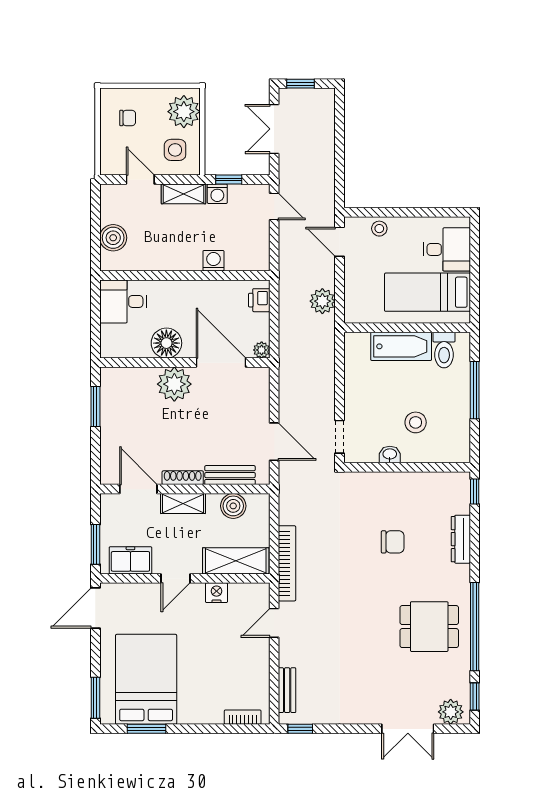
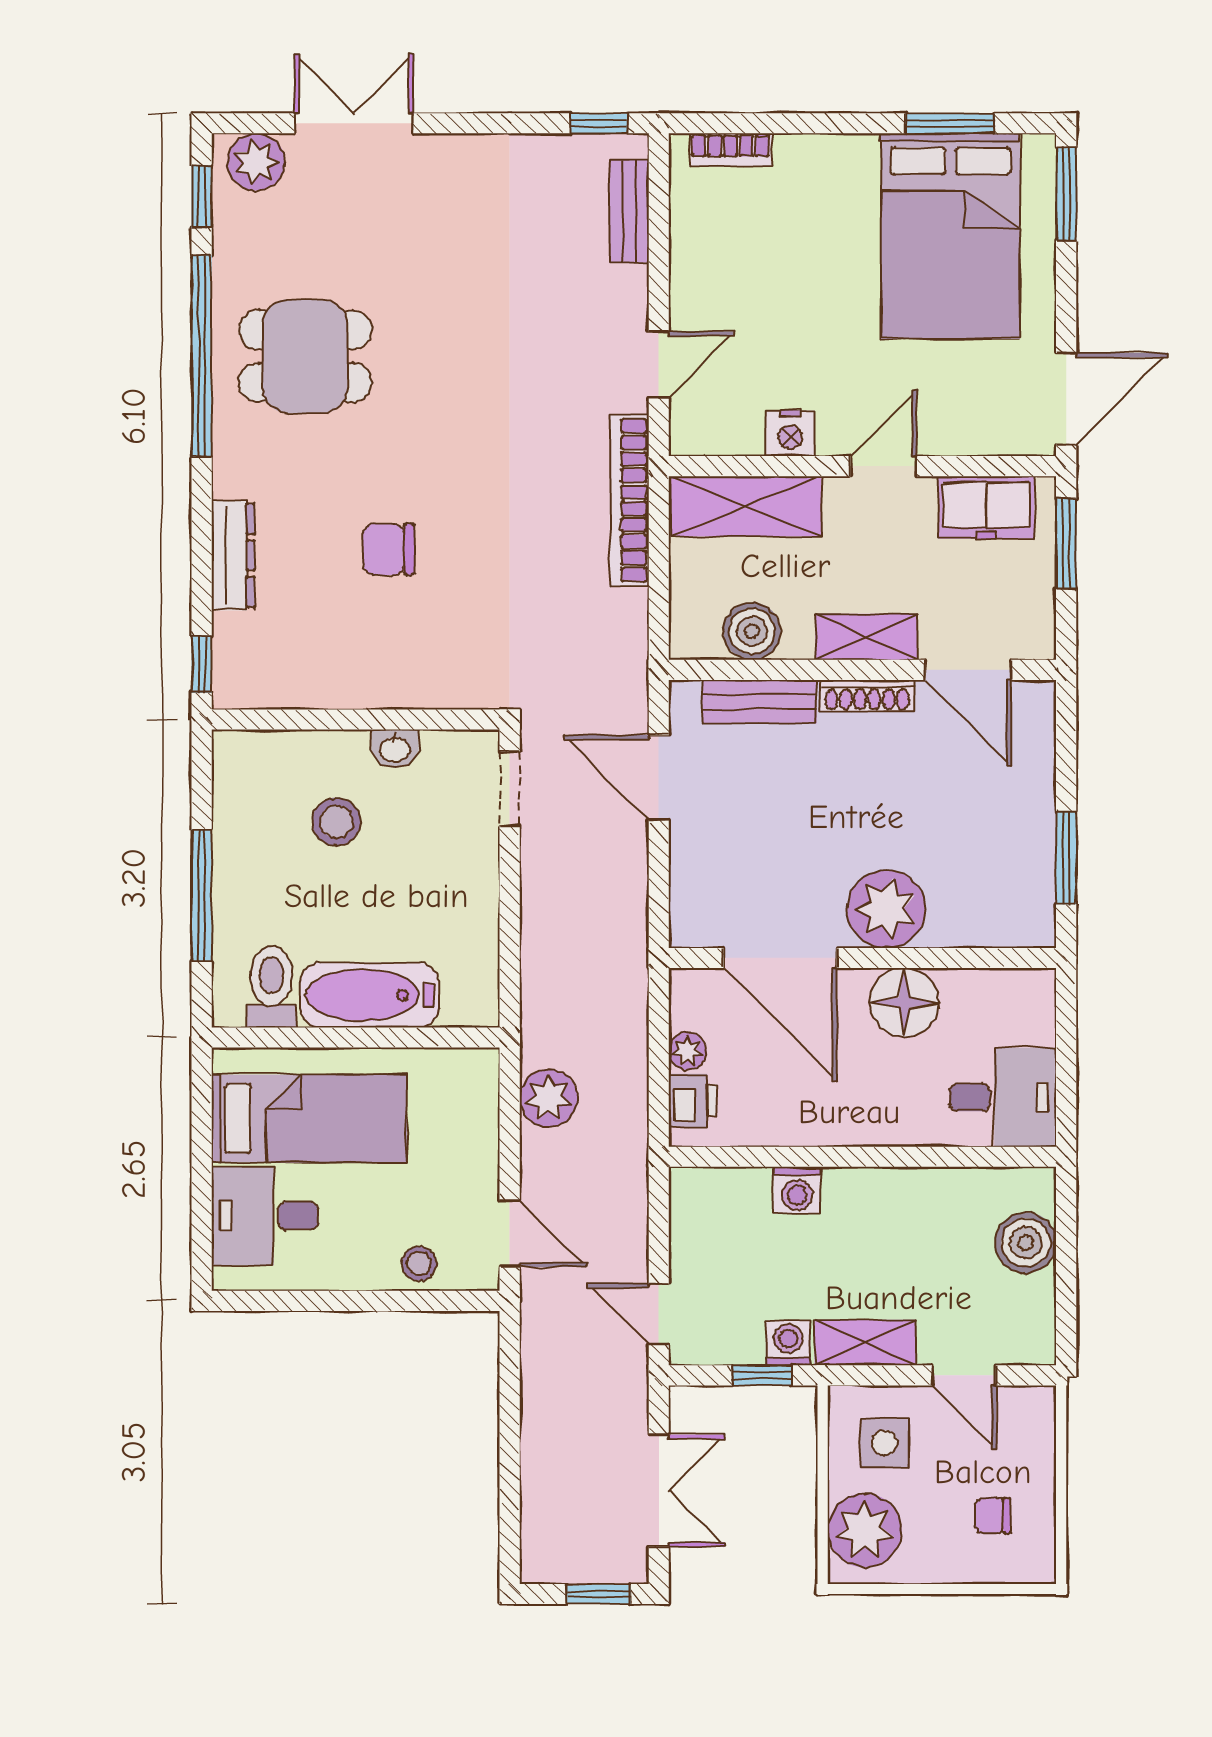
plant: (262, 350) -> (687, 1051), moved

